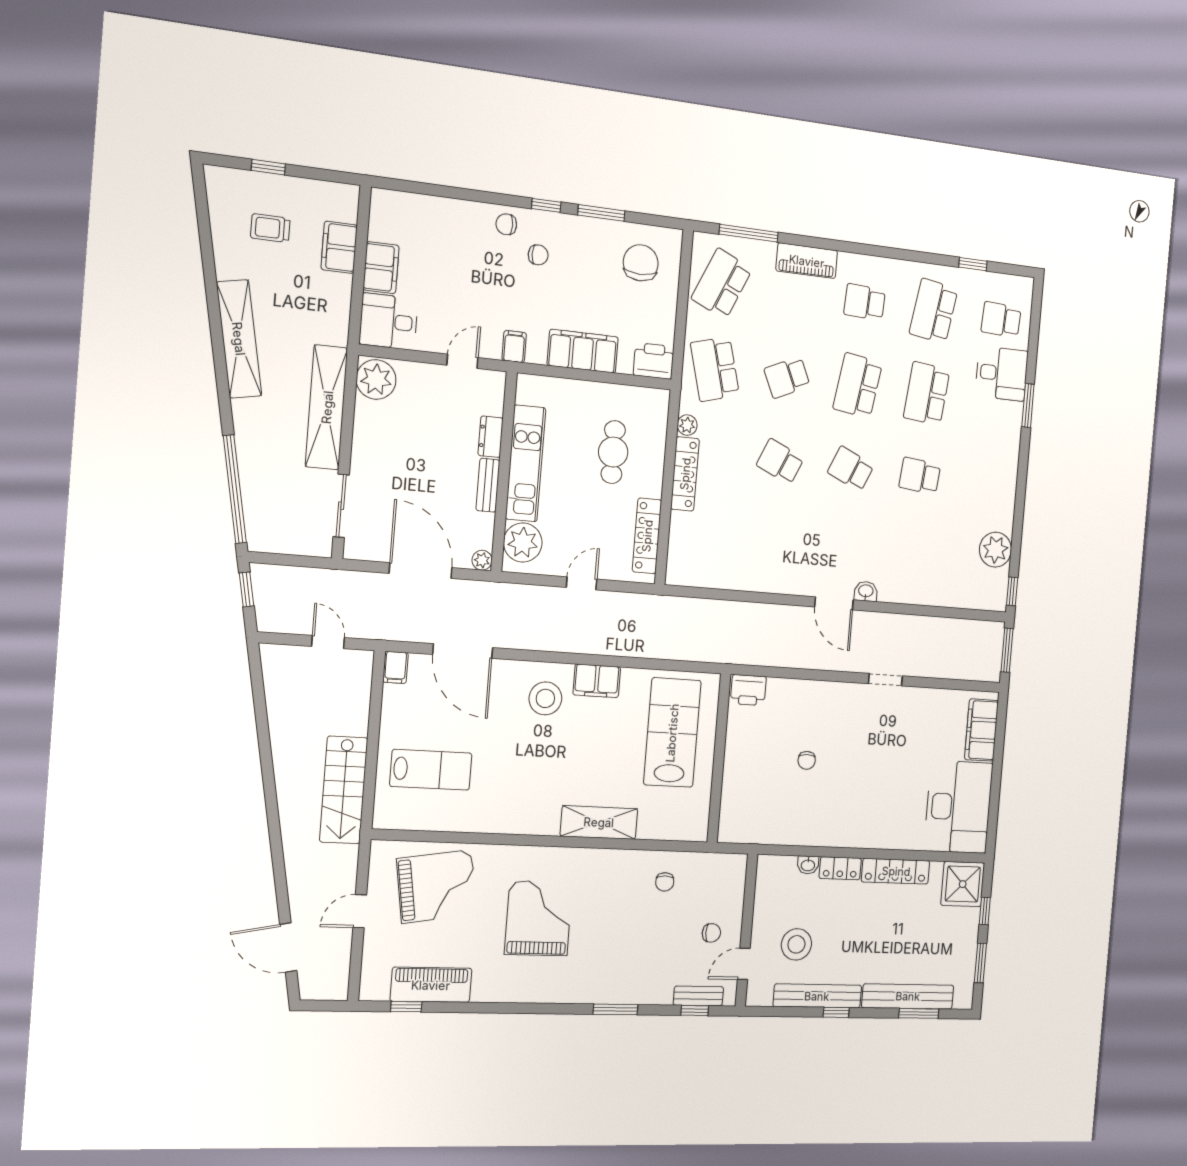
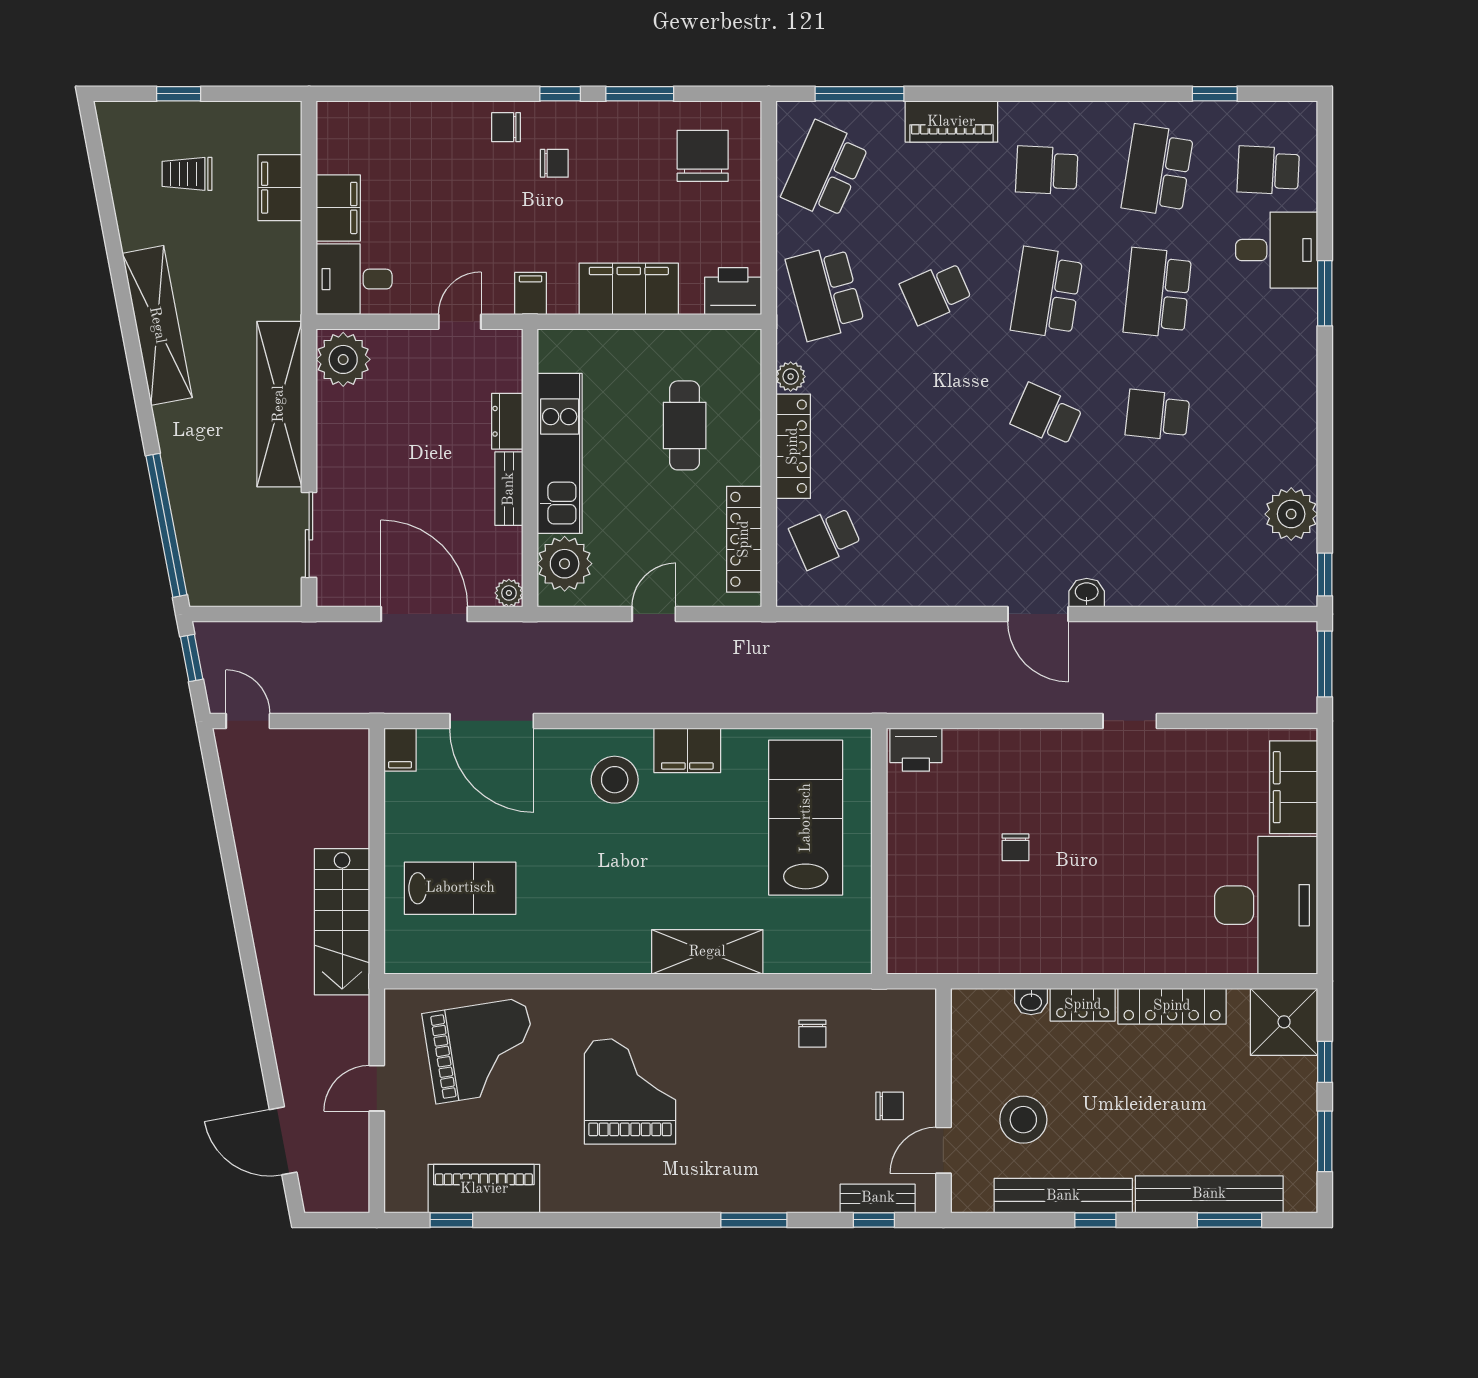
school desk: (780, 462) -> (825, 537), moved, turned -48
door: (328, 642) -> (248, 721), moved

